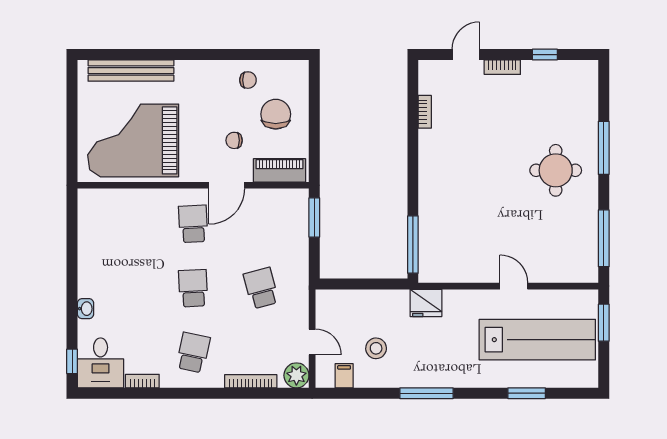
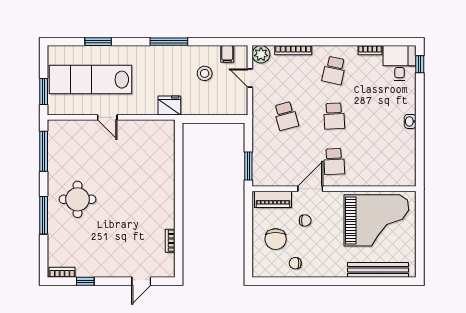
bookcase: (502, 67) -> (62, 272), moved
window: (413, 245) -> (179, 147), removed
washbasin: (86, 309) -> (410, 121), moved

